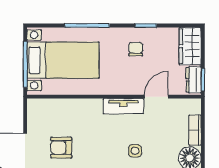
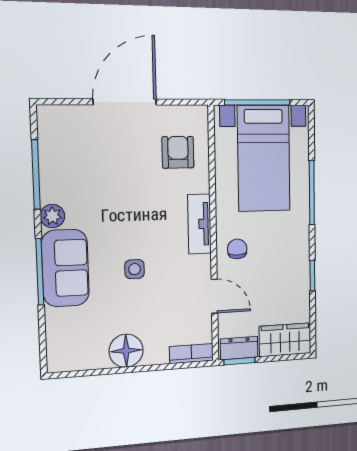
chair: (136, 49) -> (237, 249), moved, turned -90
tv unit: (123, 106) -> (199, 224), moved
bookcase: (195, 130) -> (191, 354), moved
armchair: (61, 148) -> (178, 152), moved

